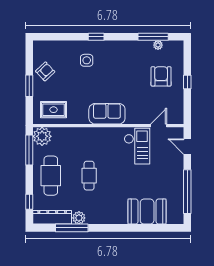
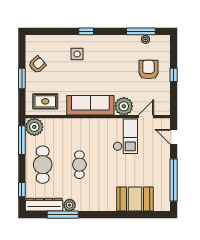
sofa: (107, 114) -> (90, 105), width x1.36
plant: (135, 115) -> (124, 106), added

